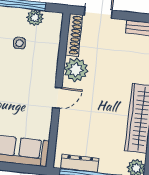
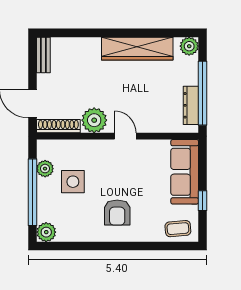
side table: (19, 43) -> (73, 182), width x1.87, depth x1.87

